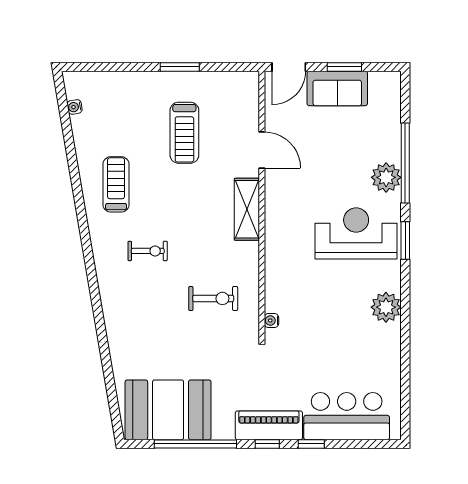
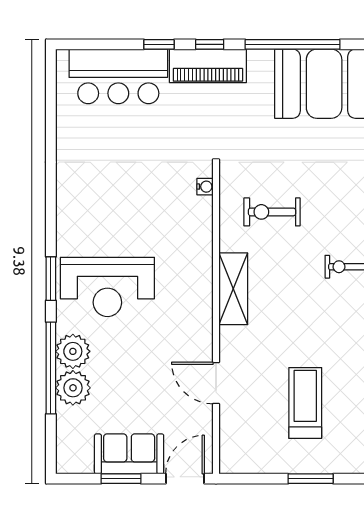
shelving: (247, 209) -> (233, 289), moved
plant: (386, 307) -> (73, 388), moved

